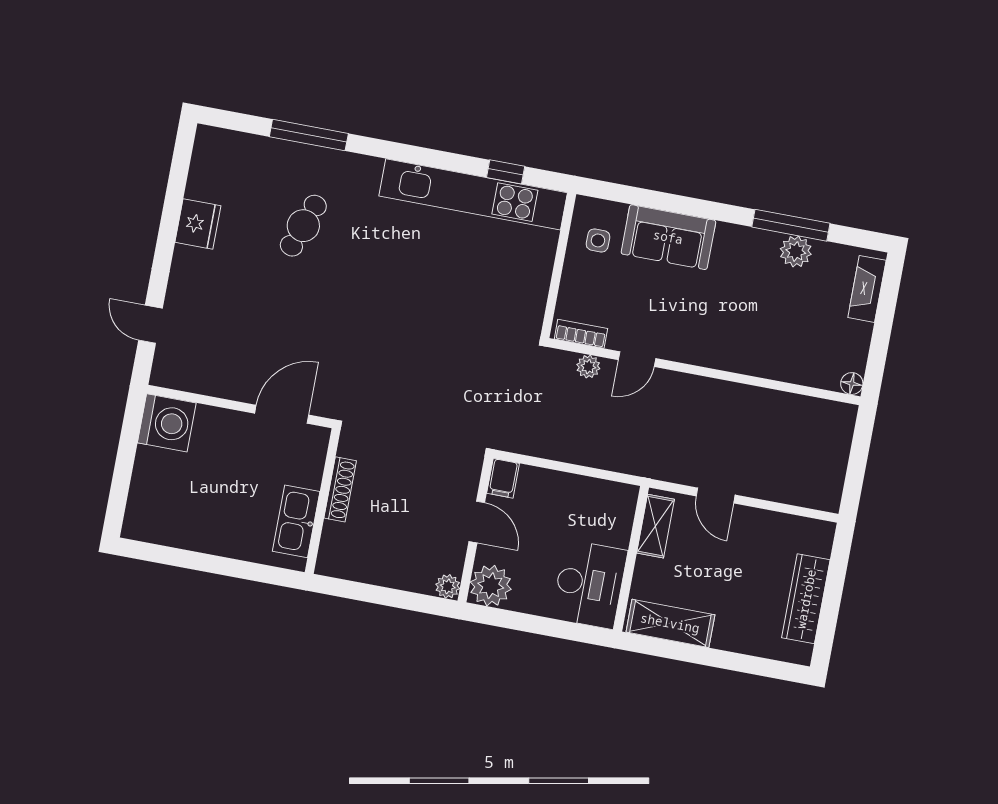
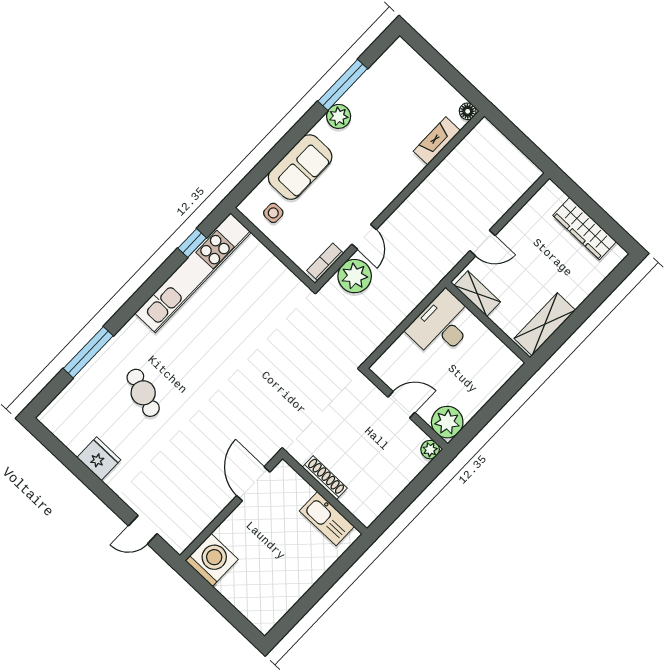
plant: (796, 251) -> (339, 116), moved
fireplace: (867, 289) -> (437, 141), moved, turned 90
plant: (588, 367) -> (355, 276), width x1.88, depth x1.88
filing cabinet: (503, 478) -> (385, 370), removed
desk: (589, 584) -> (442, 325), moved, turned -90

